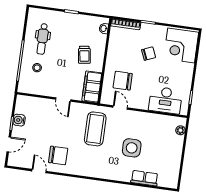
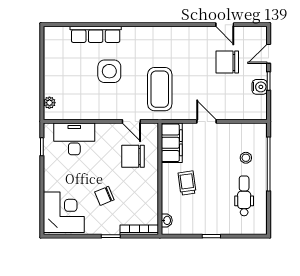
chair: (123, 81) -> (133, 156), turned 180
chair: (58, 155) -> (227, 62), moved
row of seats: (144, 178) -> (96, 34), width x1.48

